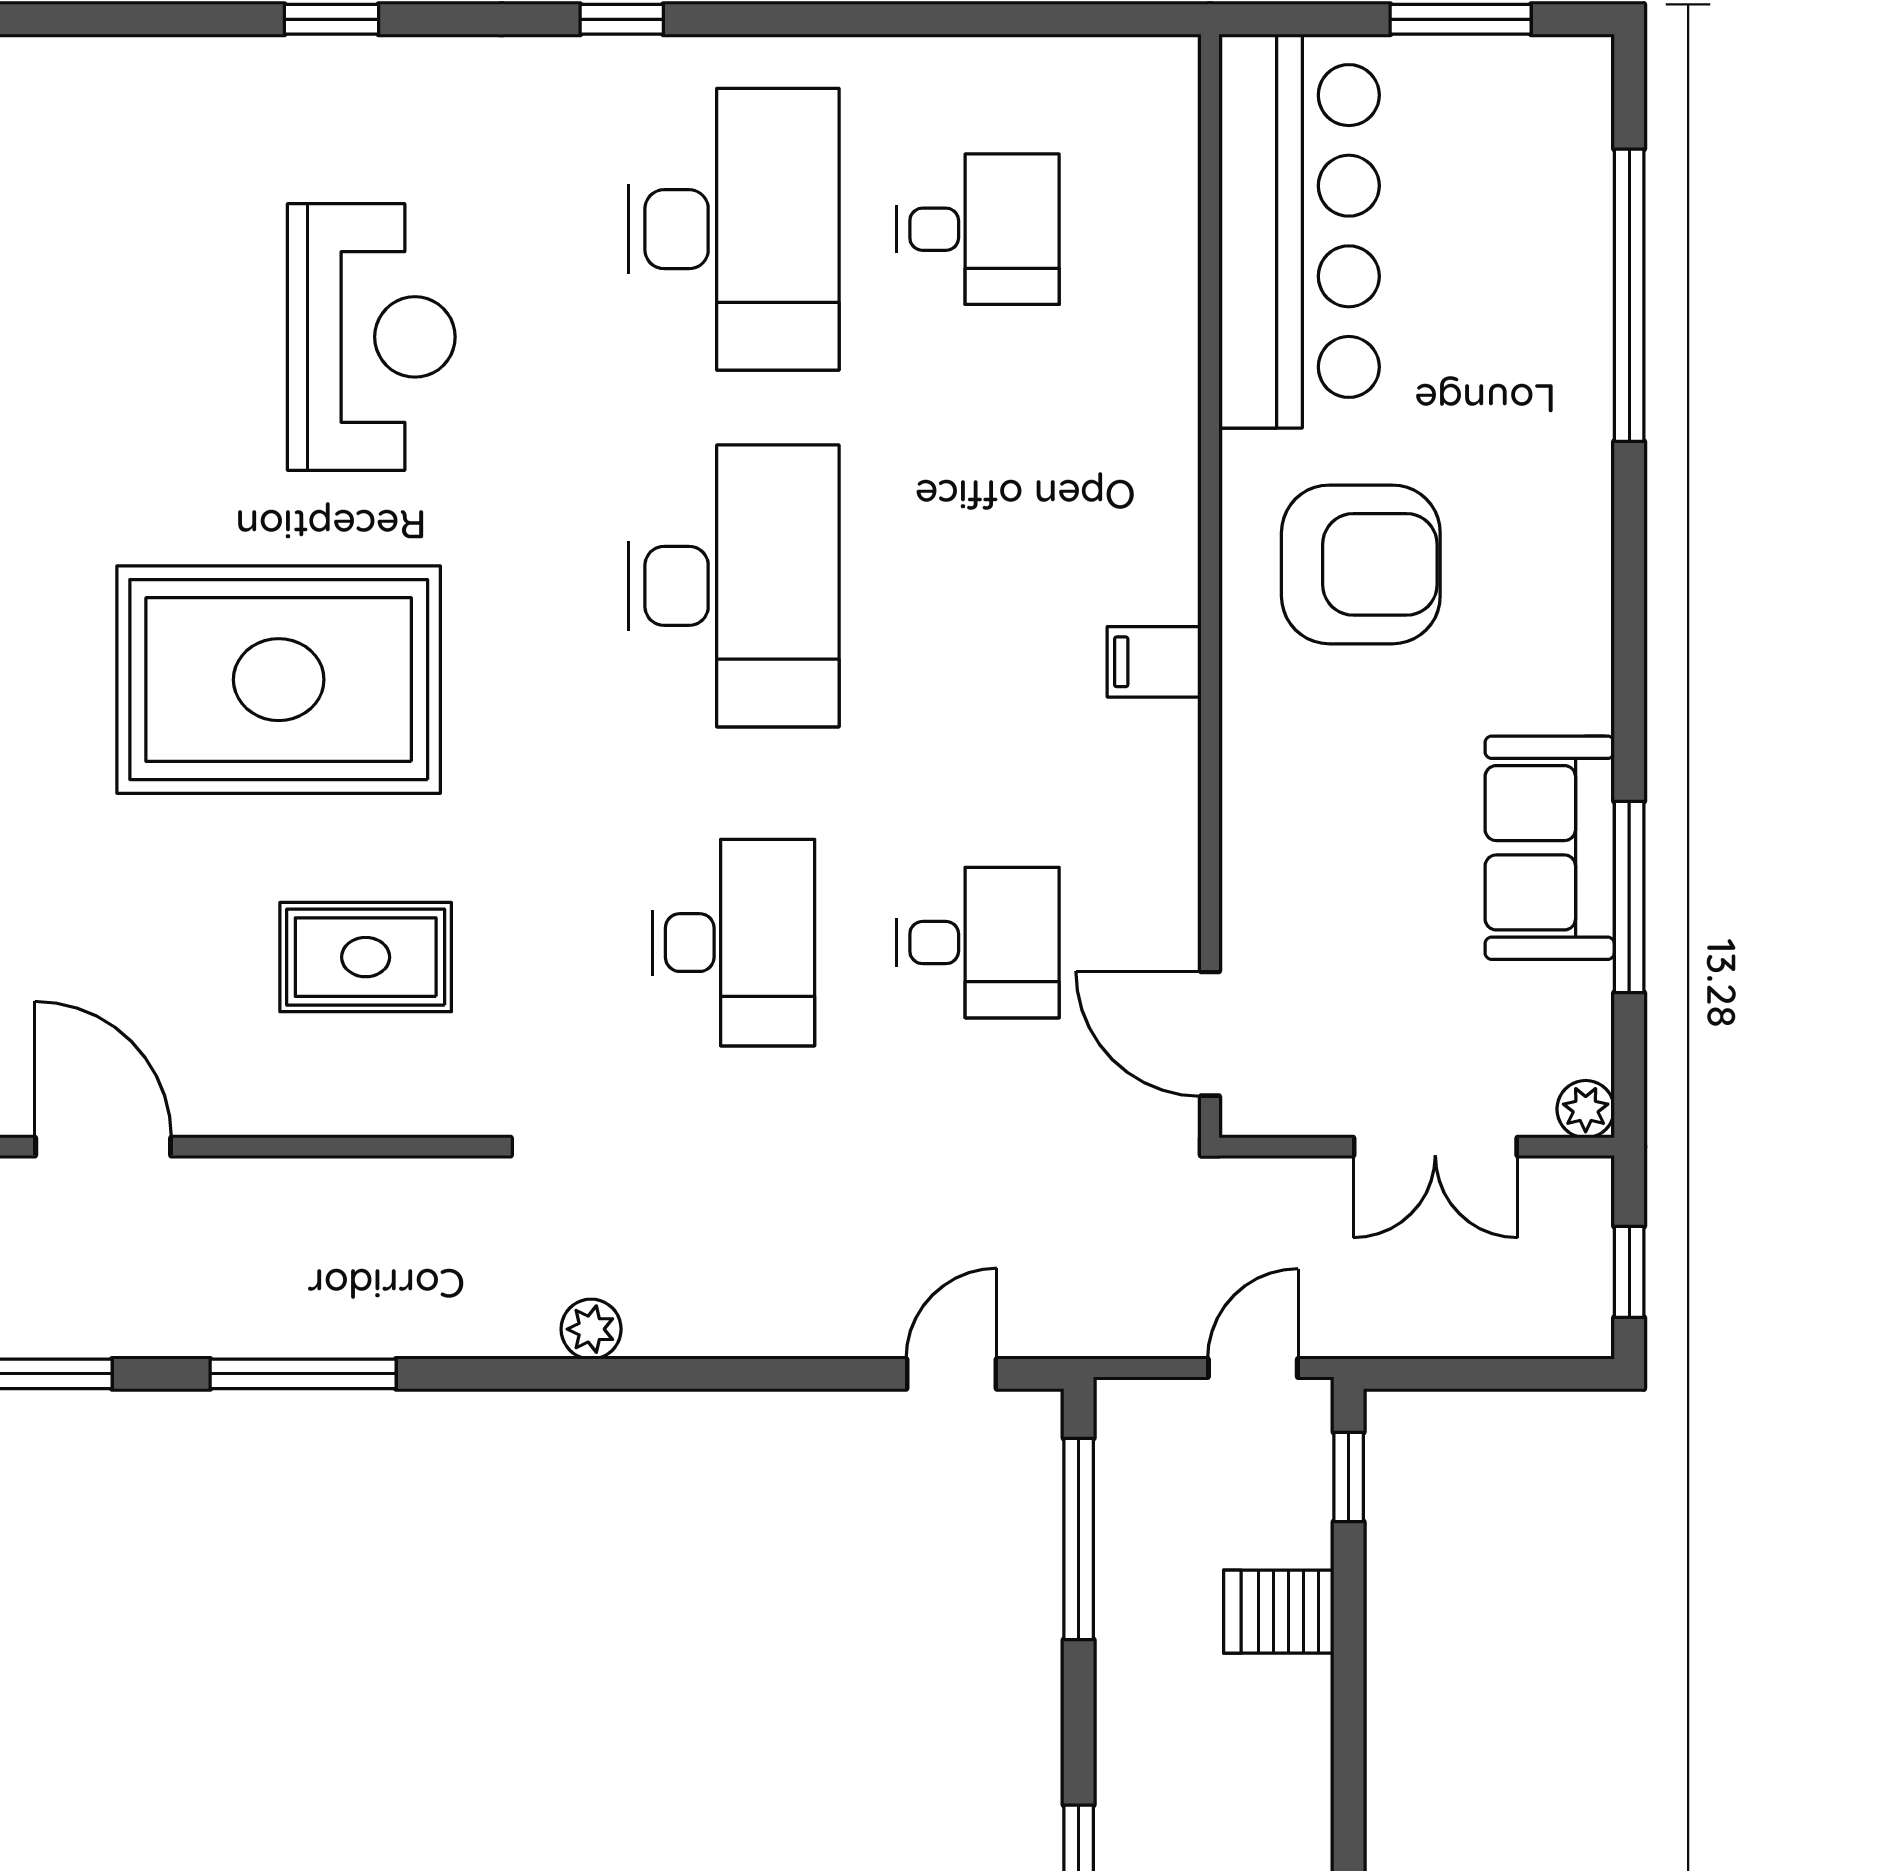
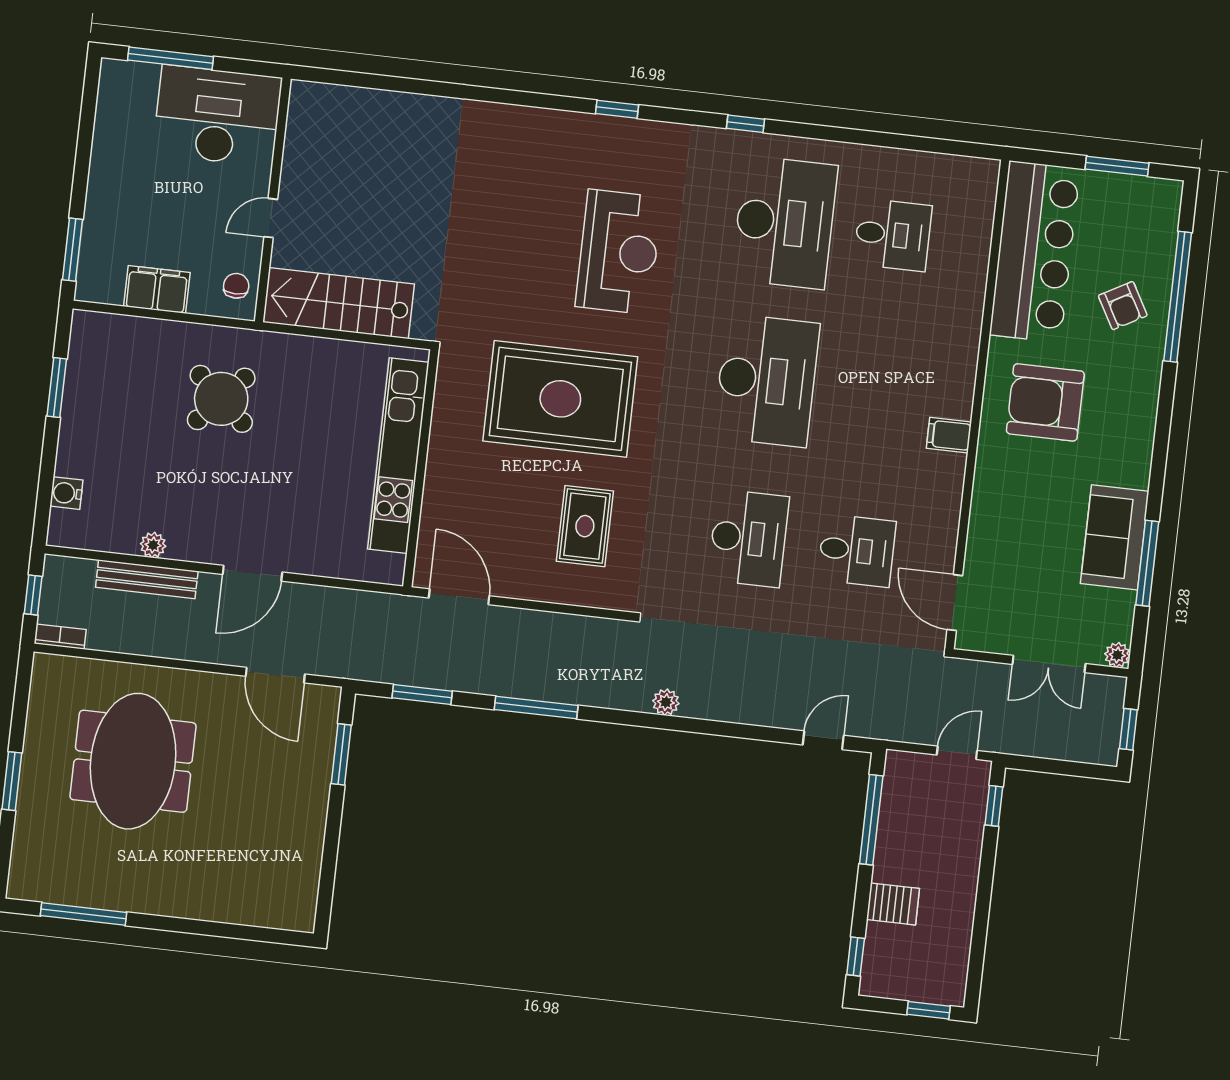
armchair: (1509, 329) -> (1123, 306), added
armchair: (1361, 564) -> (1045, 402), turned 180
rug: (366, 957) -> (585, 526), turned 90
server rack: (1279, 1612) -> (893, 904), moved, turned 180

